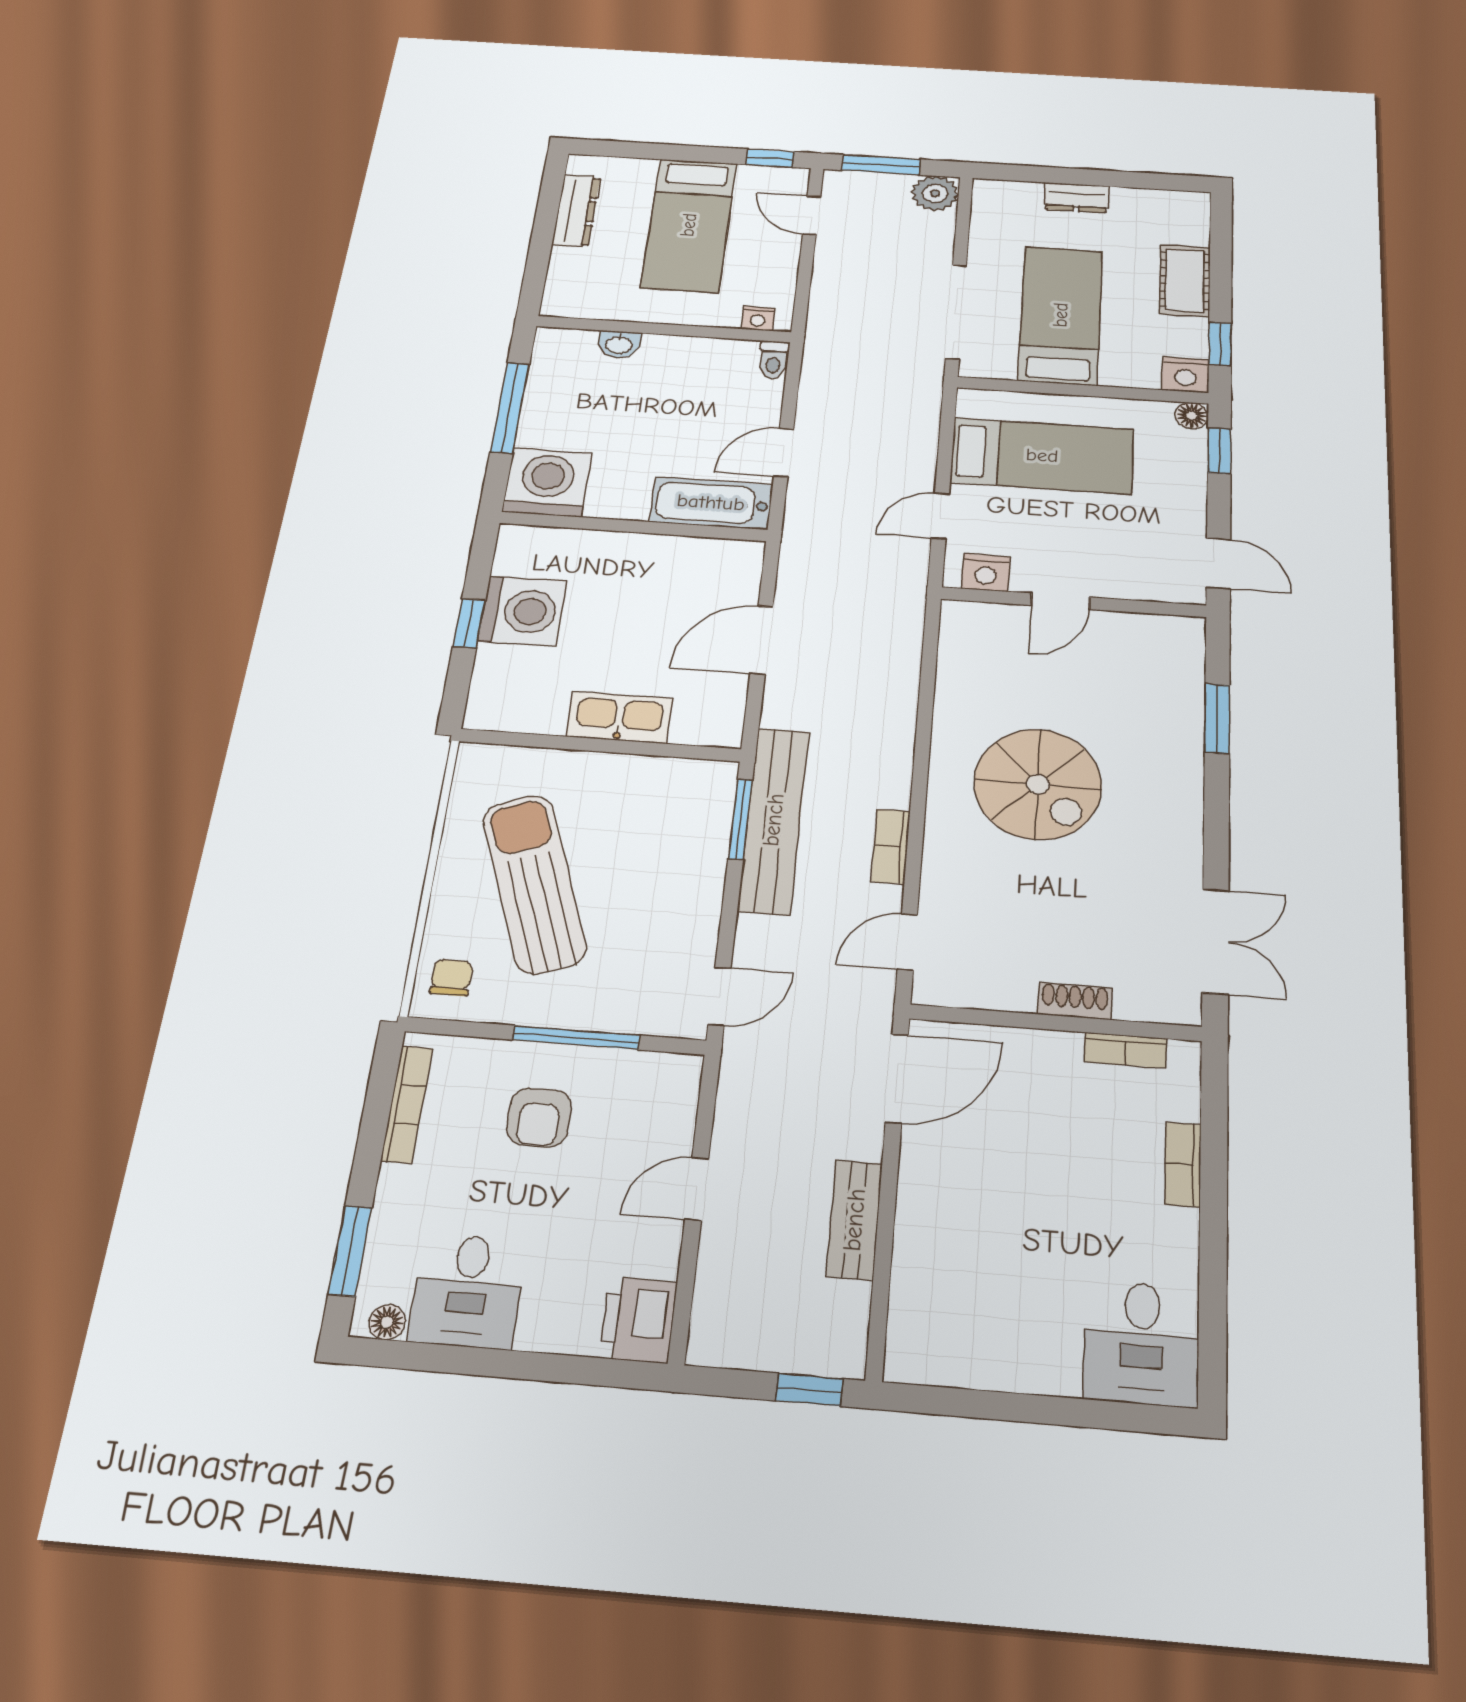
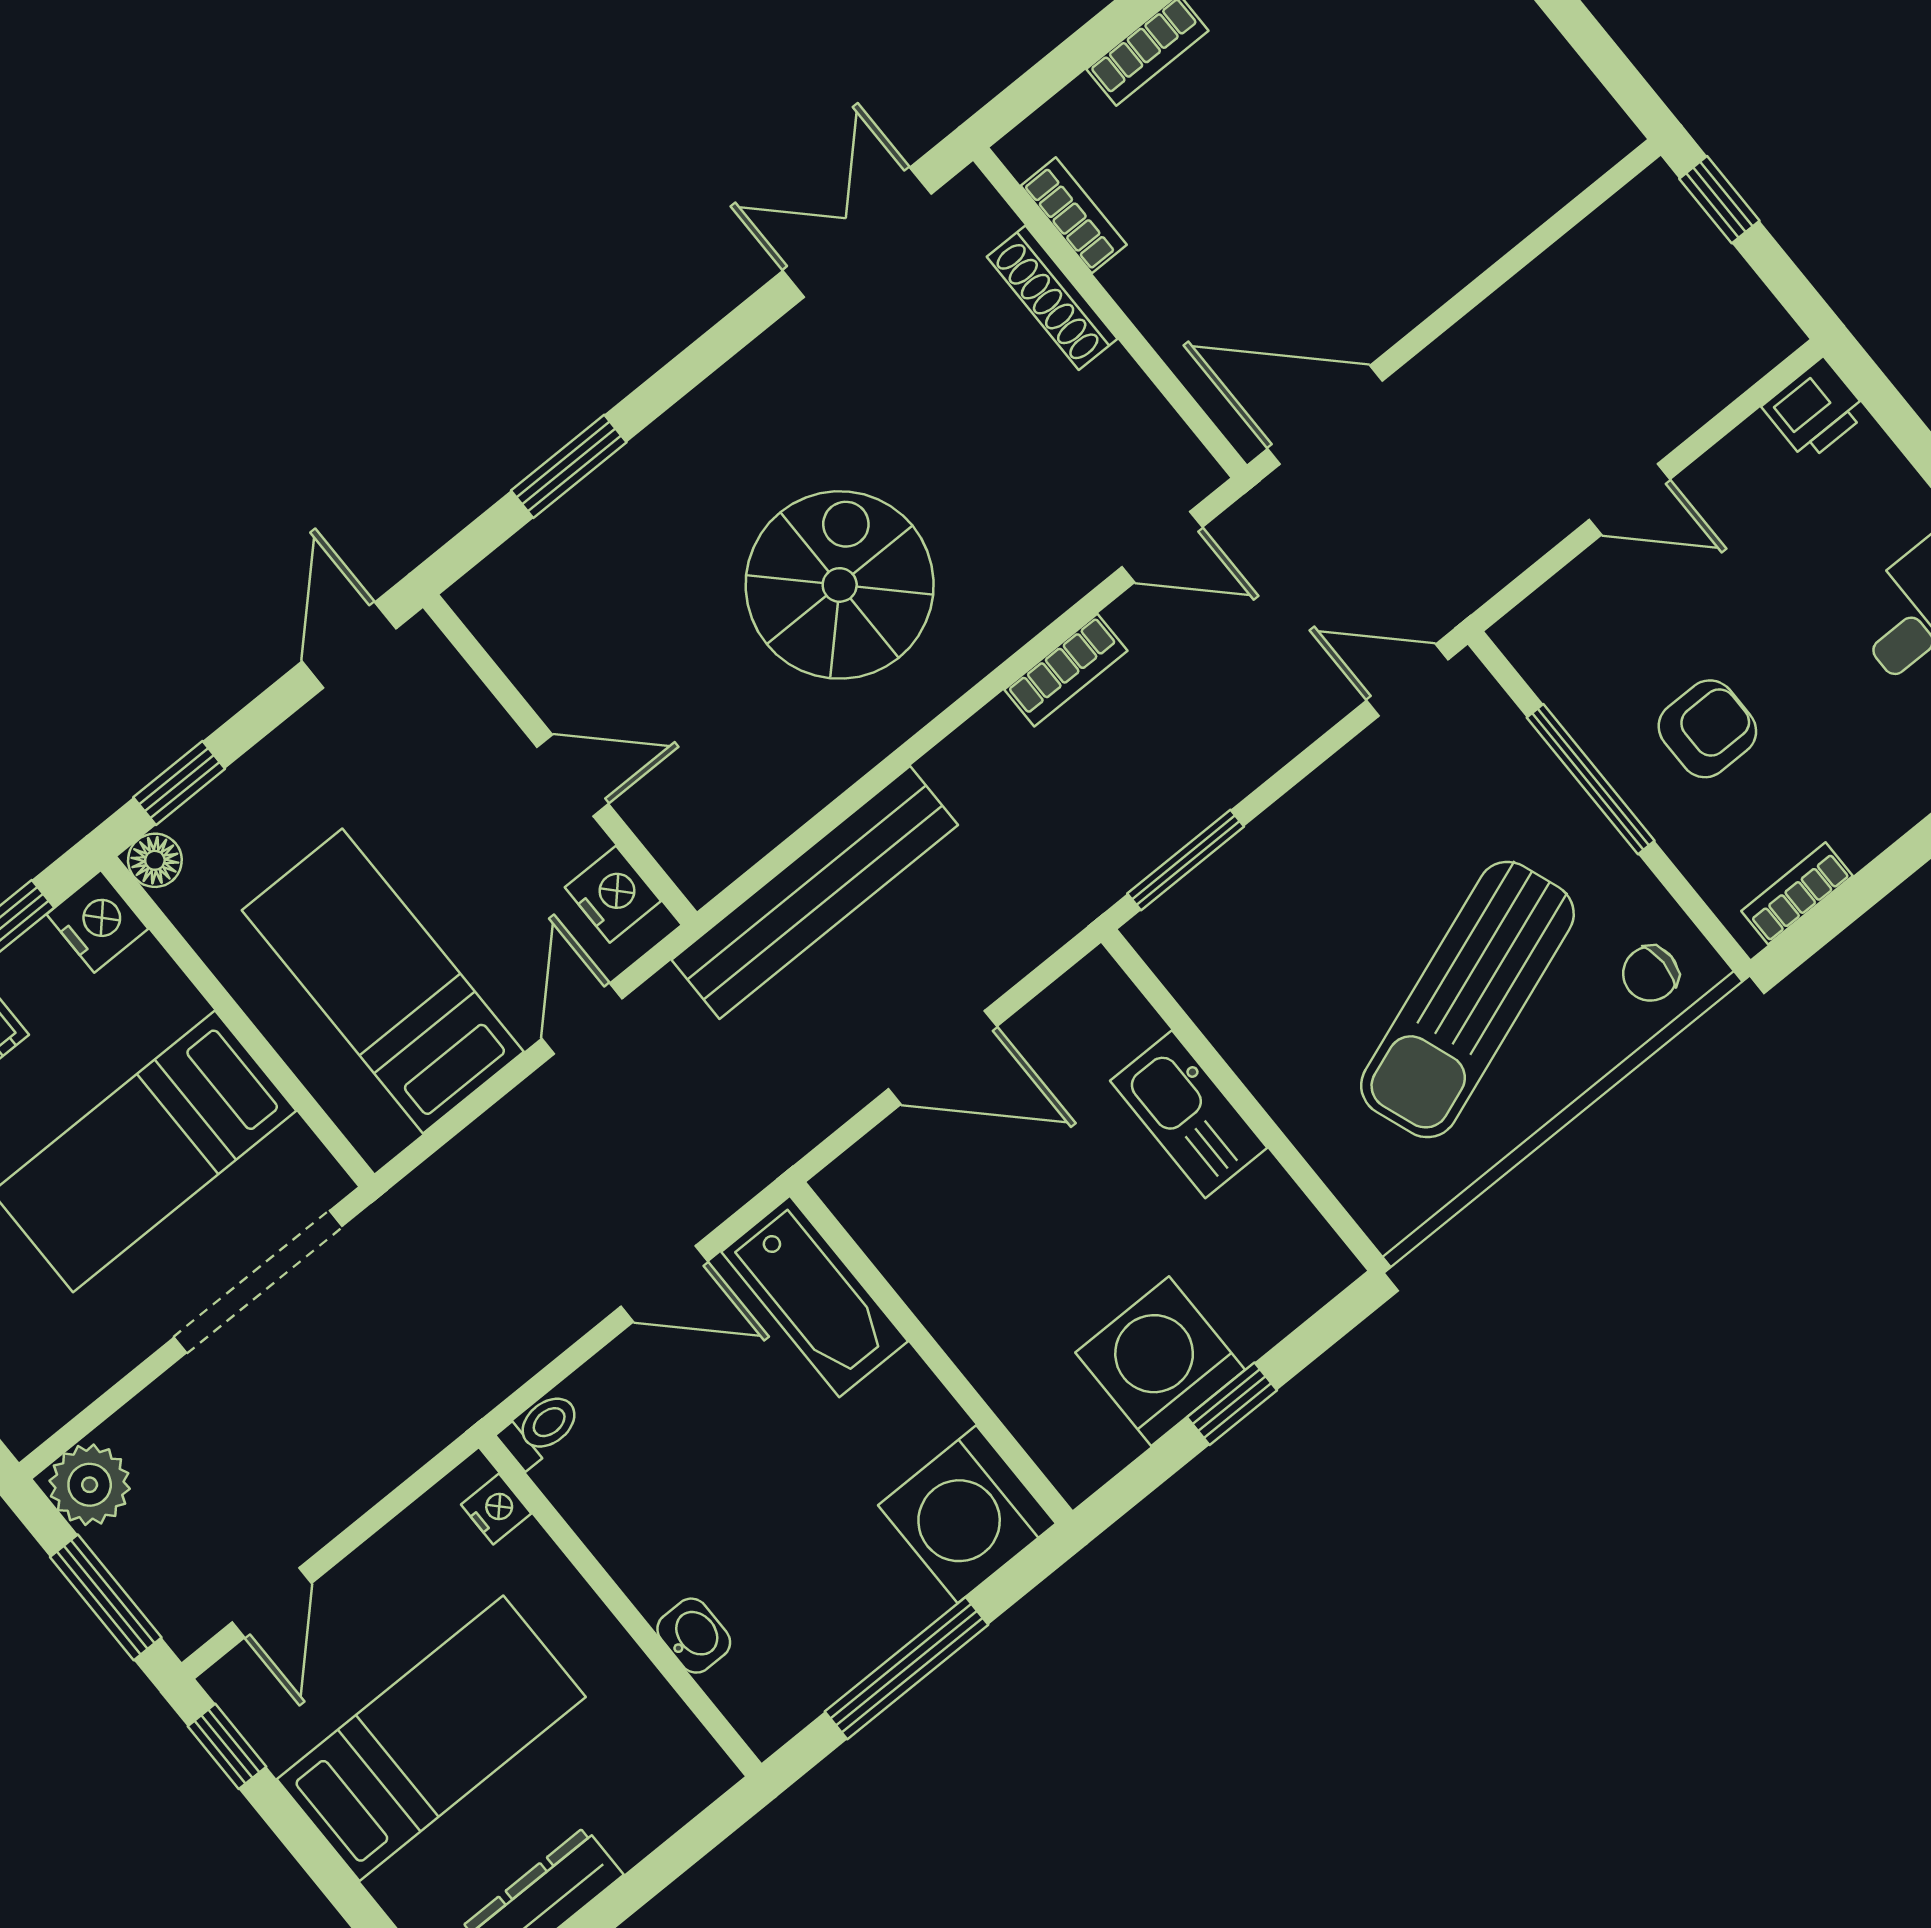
door: (940, 516) -> (582, 1018), swing flipped
bench: (774, 820) -> (815, 892), moved
shoe rack: (1075, 1001) -> (1052, 298), width x1.43
bookcase: (407, 1104) -> (1797, 893), width x0.64
bench: (855, 1220) -> (1513, 316), removed
printer: (638, 1320) -> (1815, 409), width x0.73, depth x0.81

